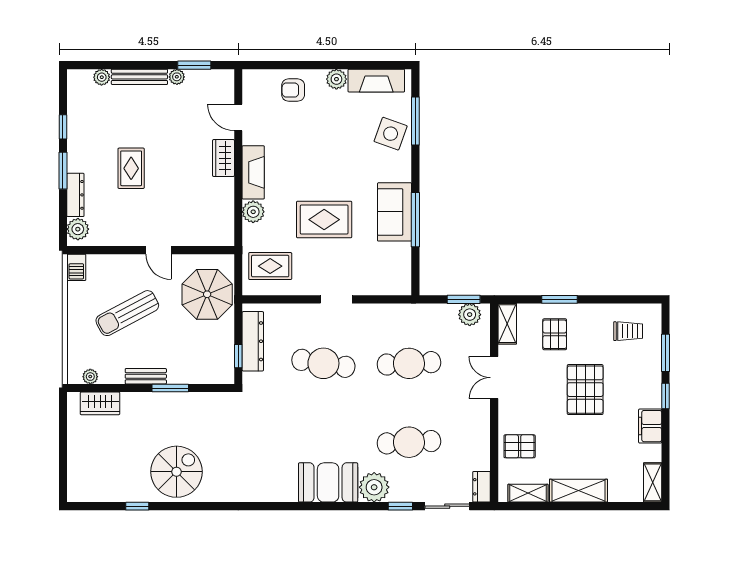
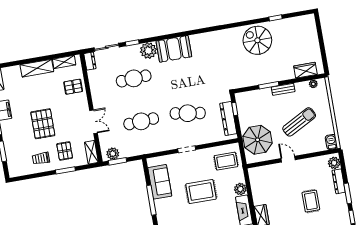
sofa: (395, 212) -> (160, 182), moved
trolley: (628, 331) -> (41, 158), moved
spiral stairs: (176, 472) -> (257, 40), turned 90

